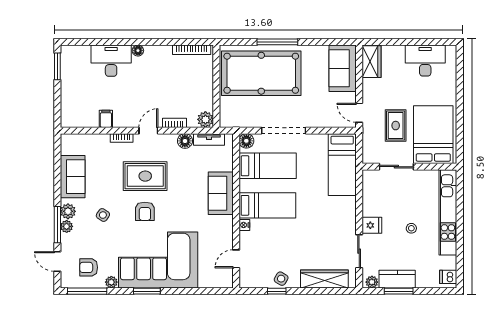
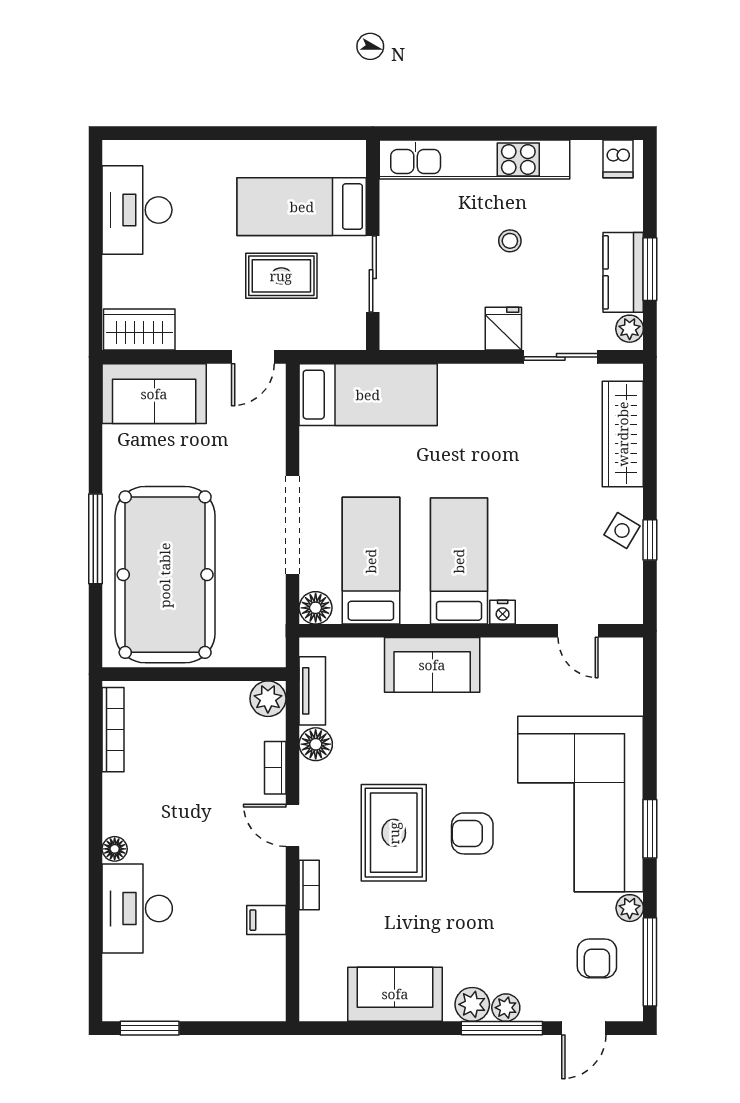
bed: (433, 135) -> (302, 207), width x0.67
armchair: (145, 211) -> (472, 833), turned 180
side table: (103, 215) -> (480, 927), removed

